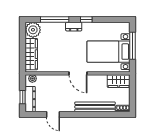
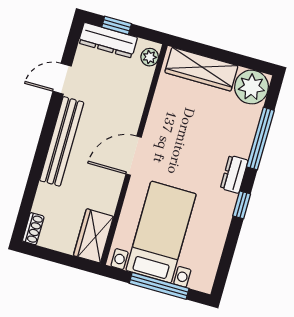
bench: (95, 107) -> (62, 141), moved

